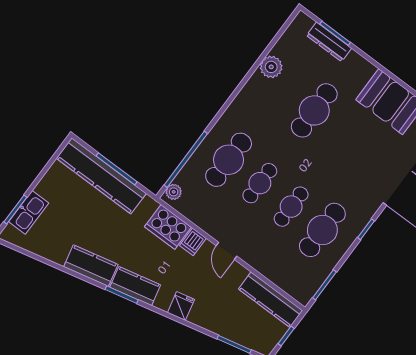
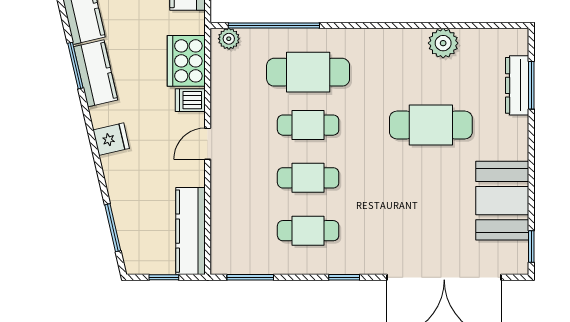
cafe table: (322, 230) -> (308, 231), width x0.73, depth x0.74

